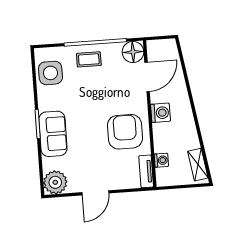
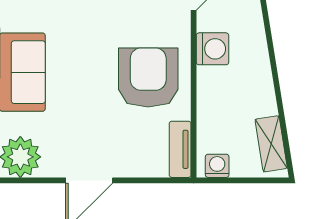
washing machine: (161, 160) -> (217, 166), moved, turned -90

